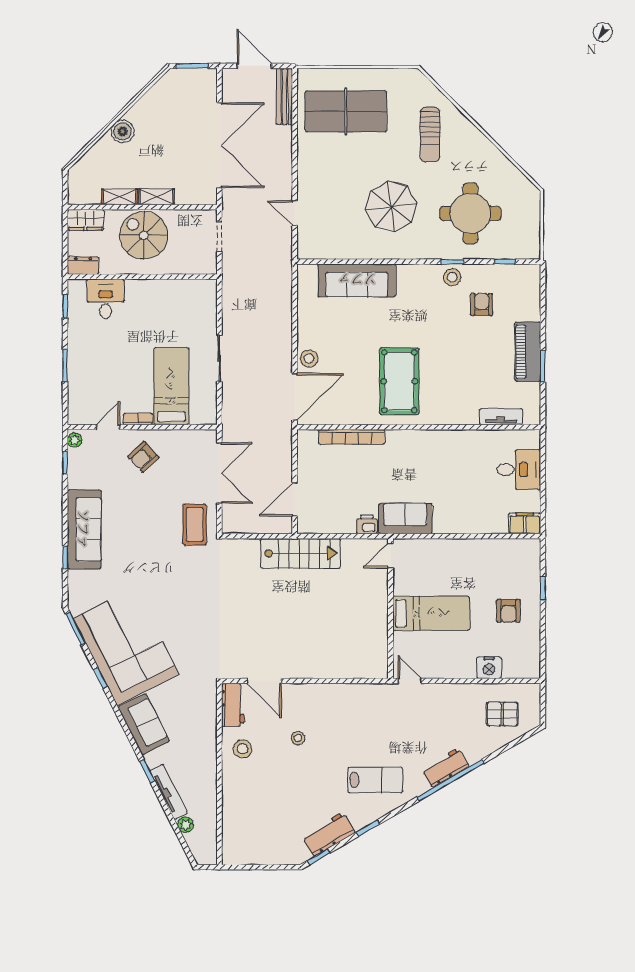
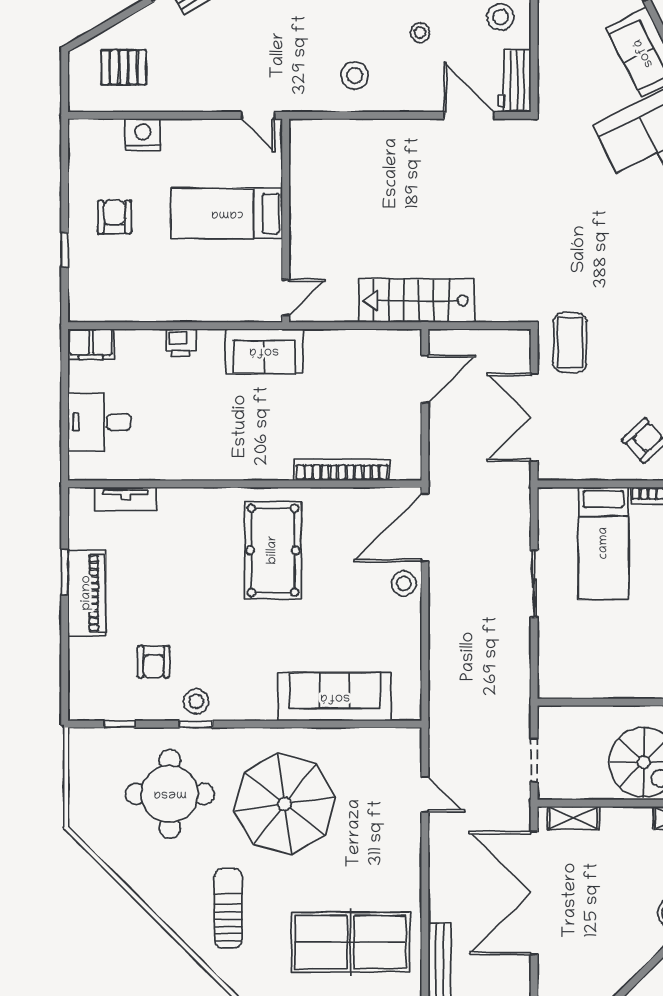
shelving: (156, 197) -> (574, 818), moved
parasol: (391, 207) -> (285, 804), width x1.36, depth x1.36
printer: (367, 524) -> (181, 343), moved
stool: (343, 709) -> (355, 75), added

